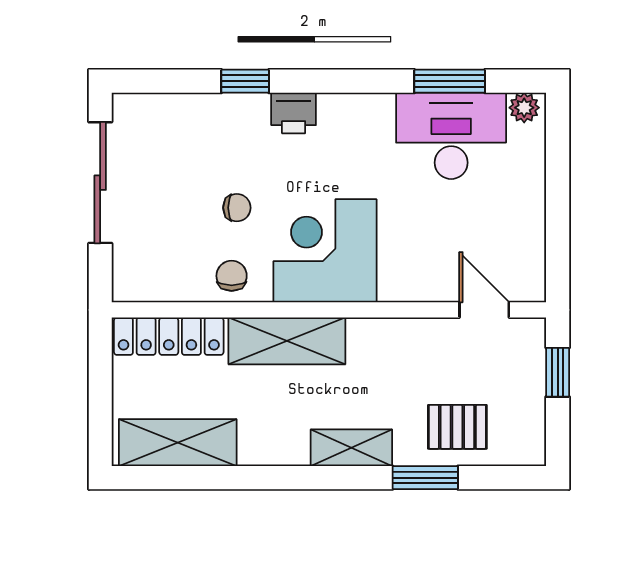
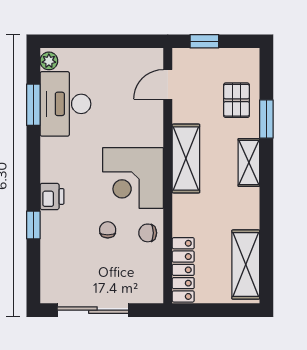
shelving: (287, 341) -> (186, 159), moved

